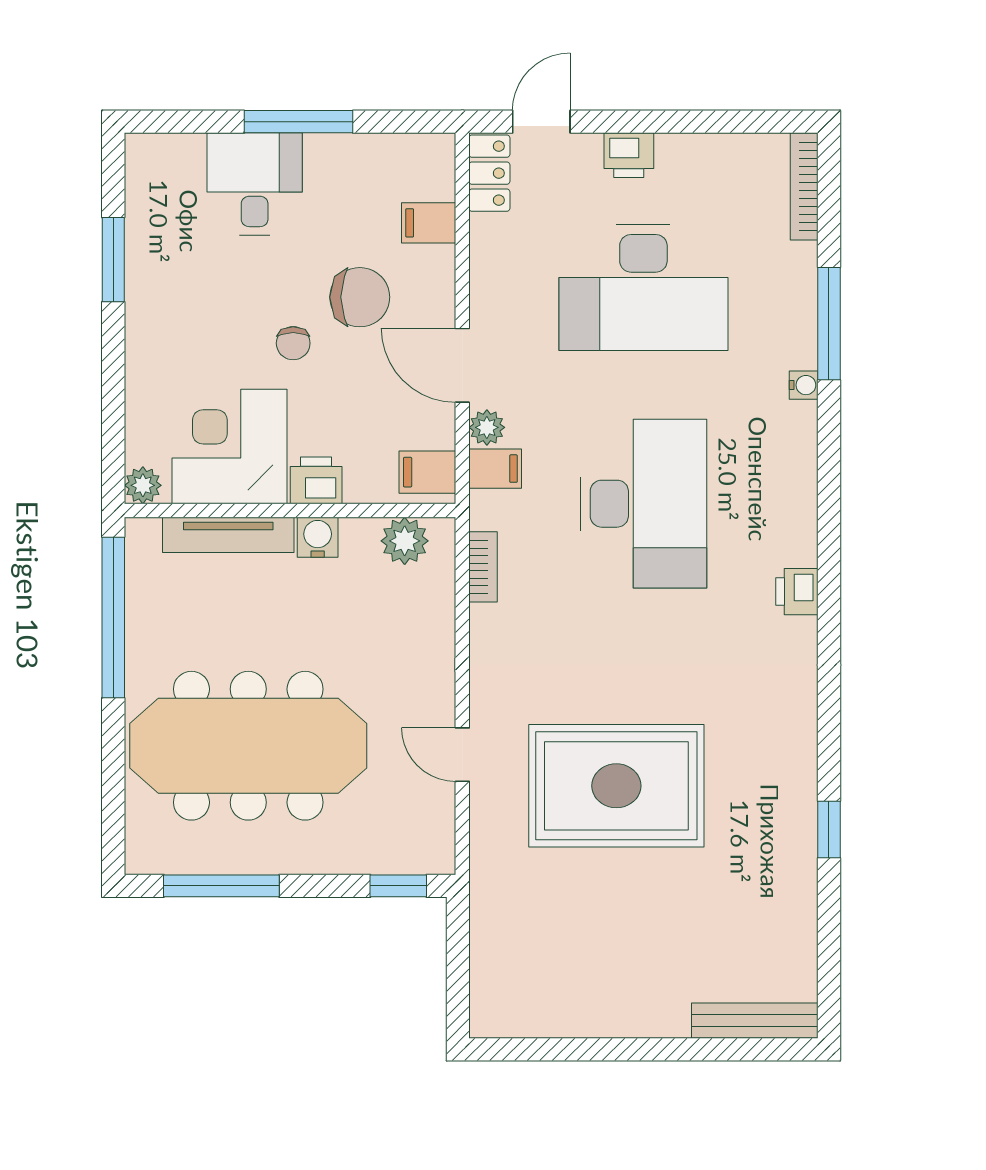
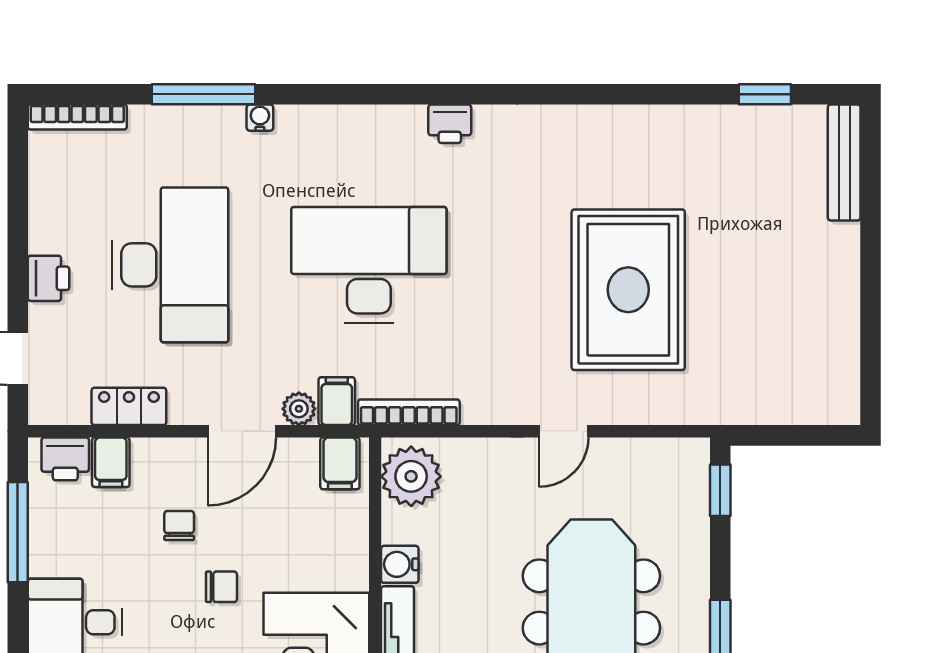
window: (299, 122) -> (18, 532), moved
locker: (489, 173) -> (129, 406), moved
chair: (360, 297) -> (179, 526), width x0.54, depth x0.54
printer: (316, 480) -> (65, 459), moved, turned -90
plant: (405, 541) -> (411, 476), width x1.36, depth x1.36
bookcase: (483, 567) -> (409, 412), width x1.56
door: (462, 755) -> (564, 431), moved
window: (829, 830) -> (765, 94), moved

